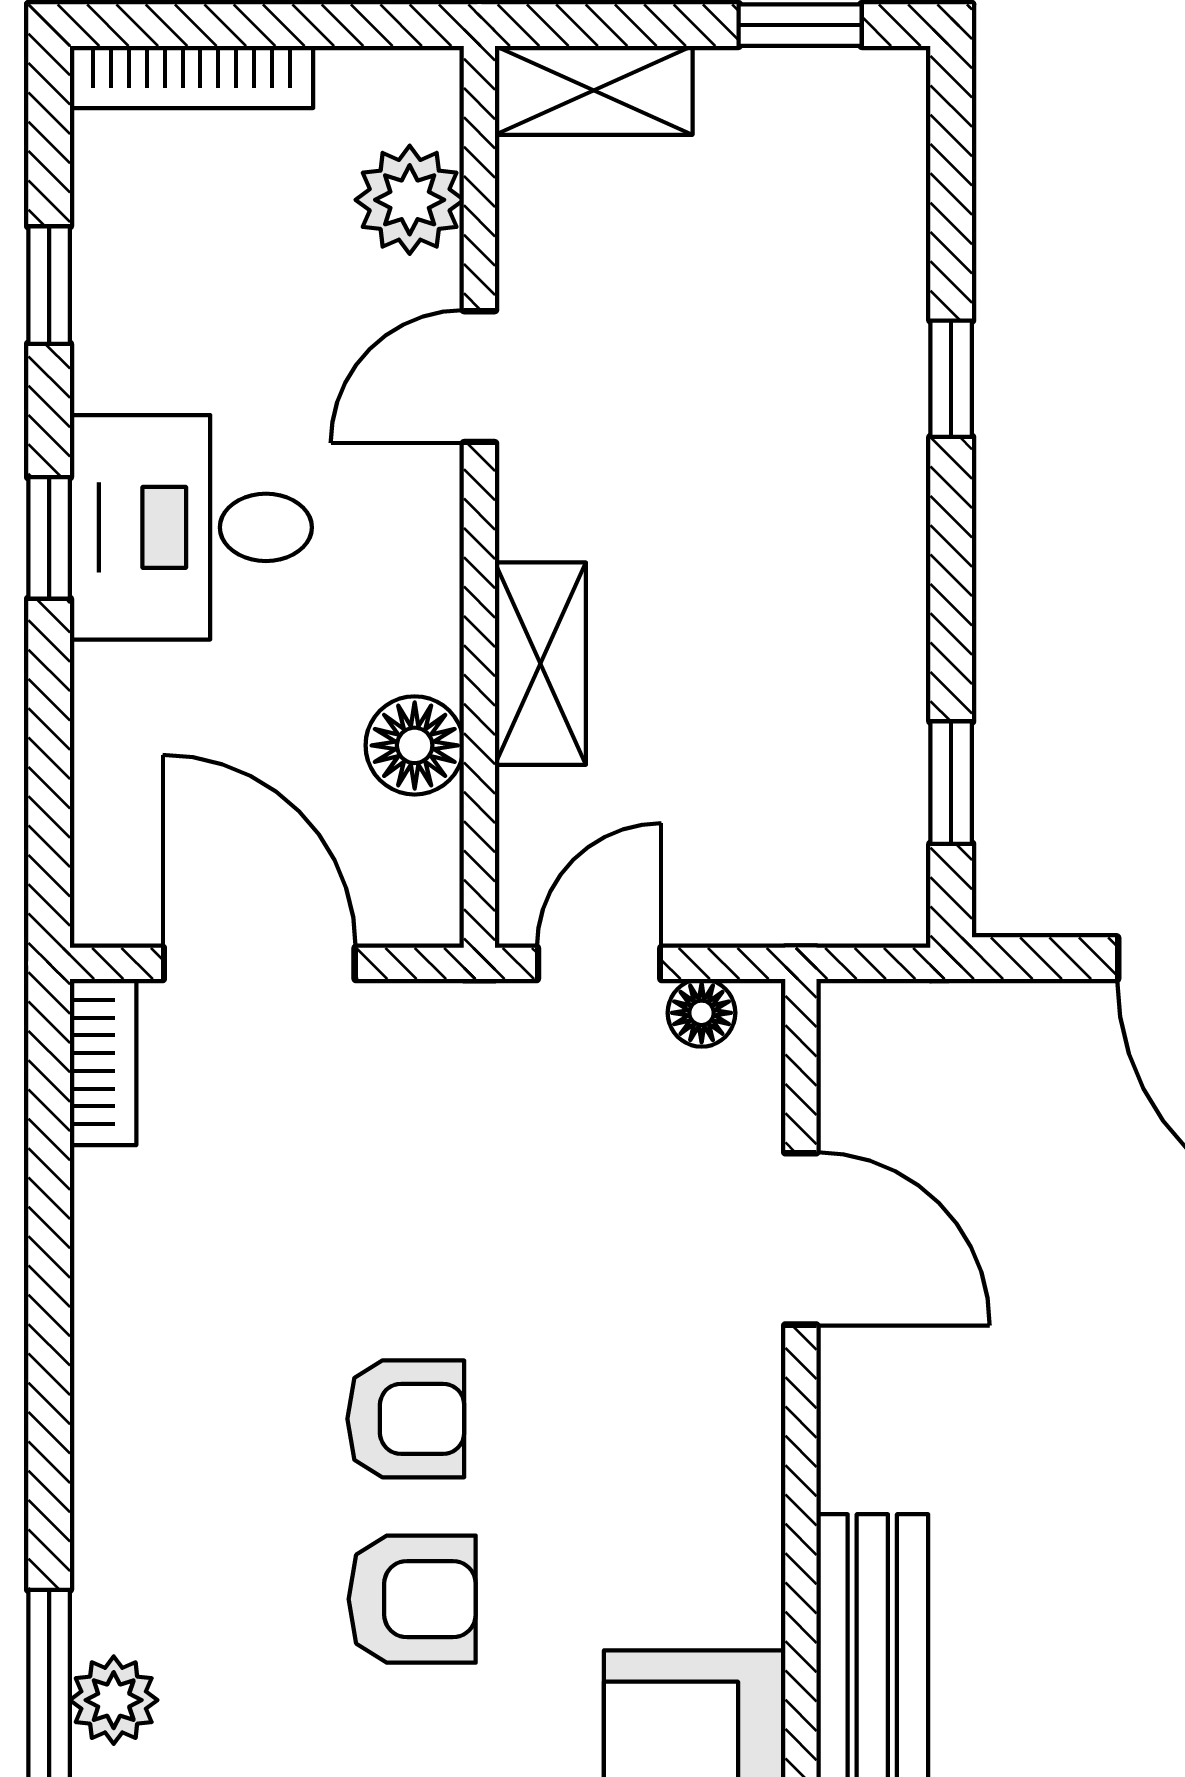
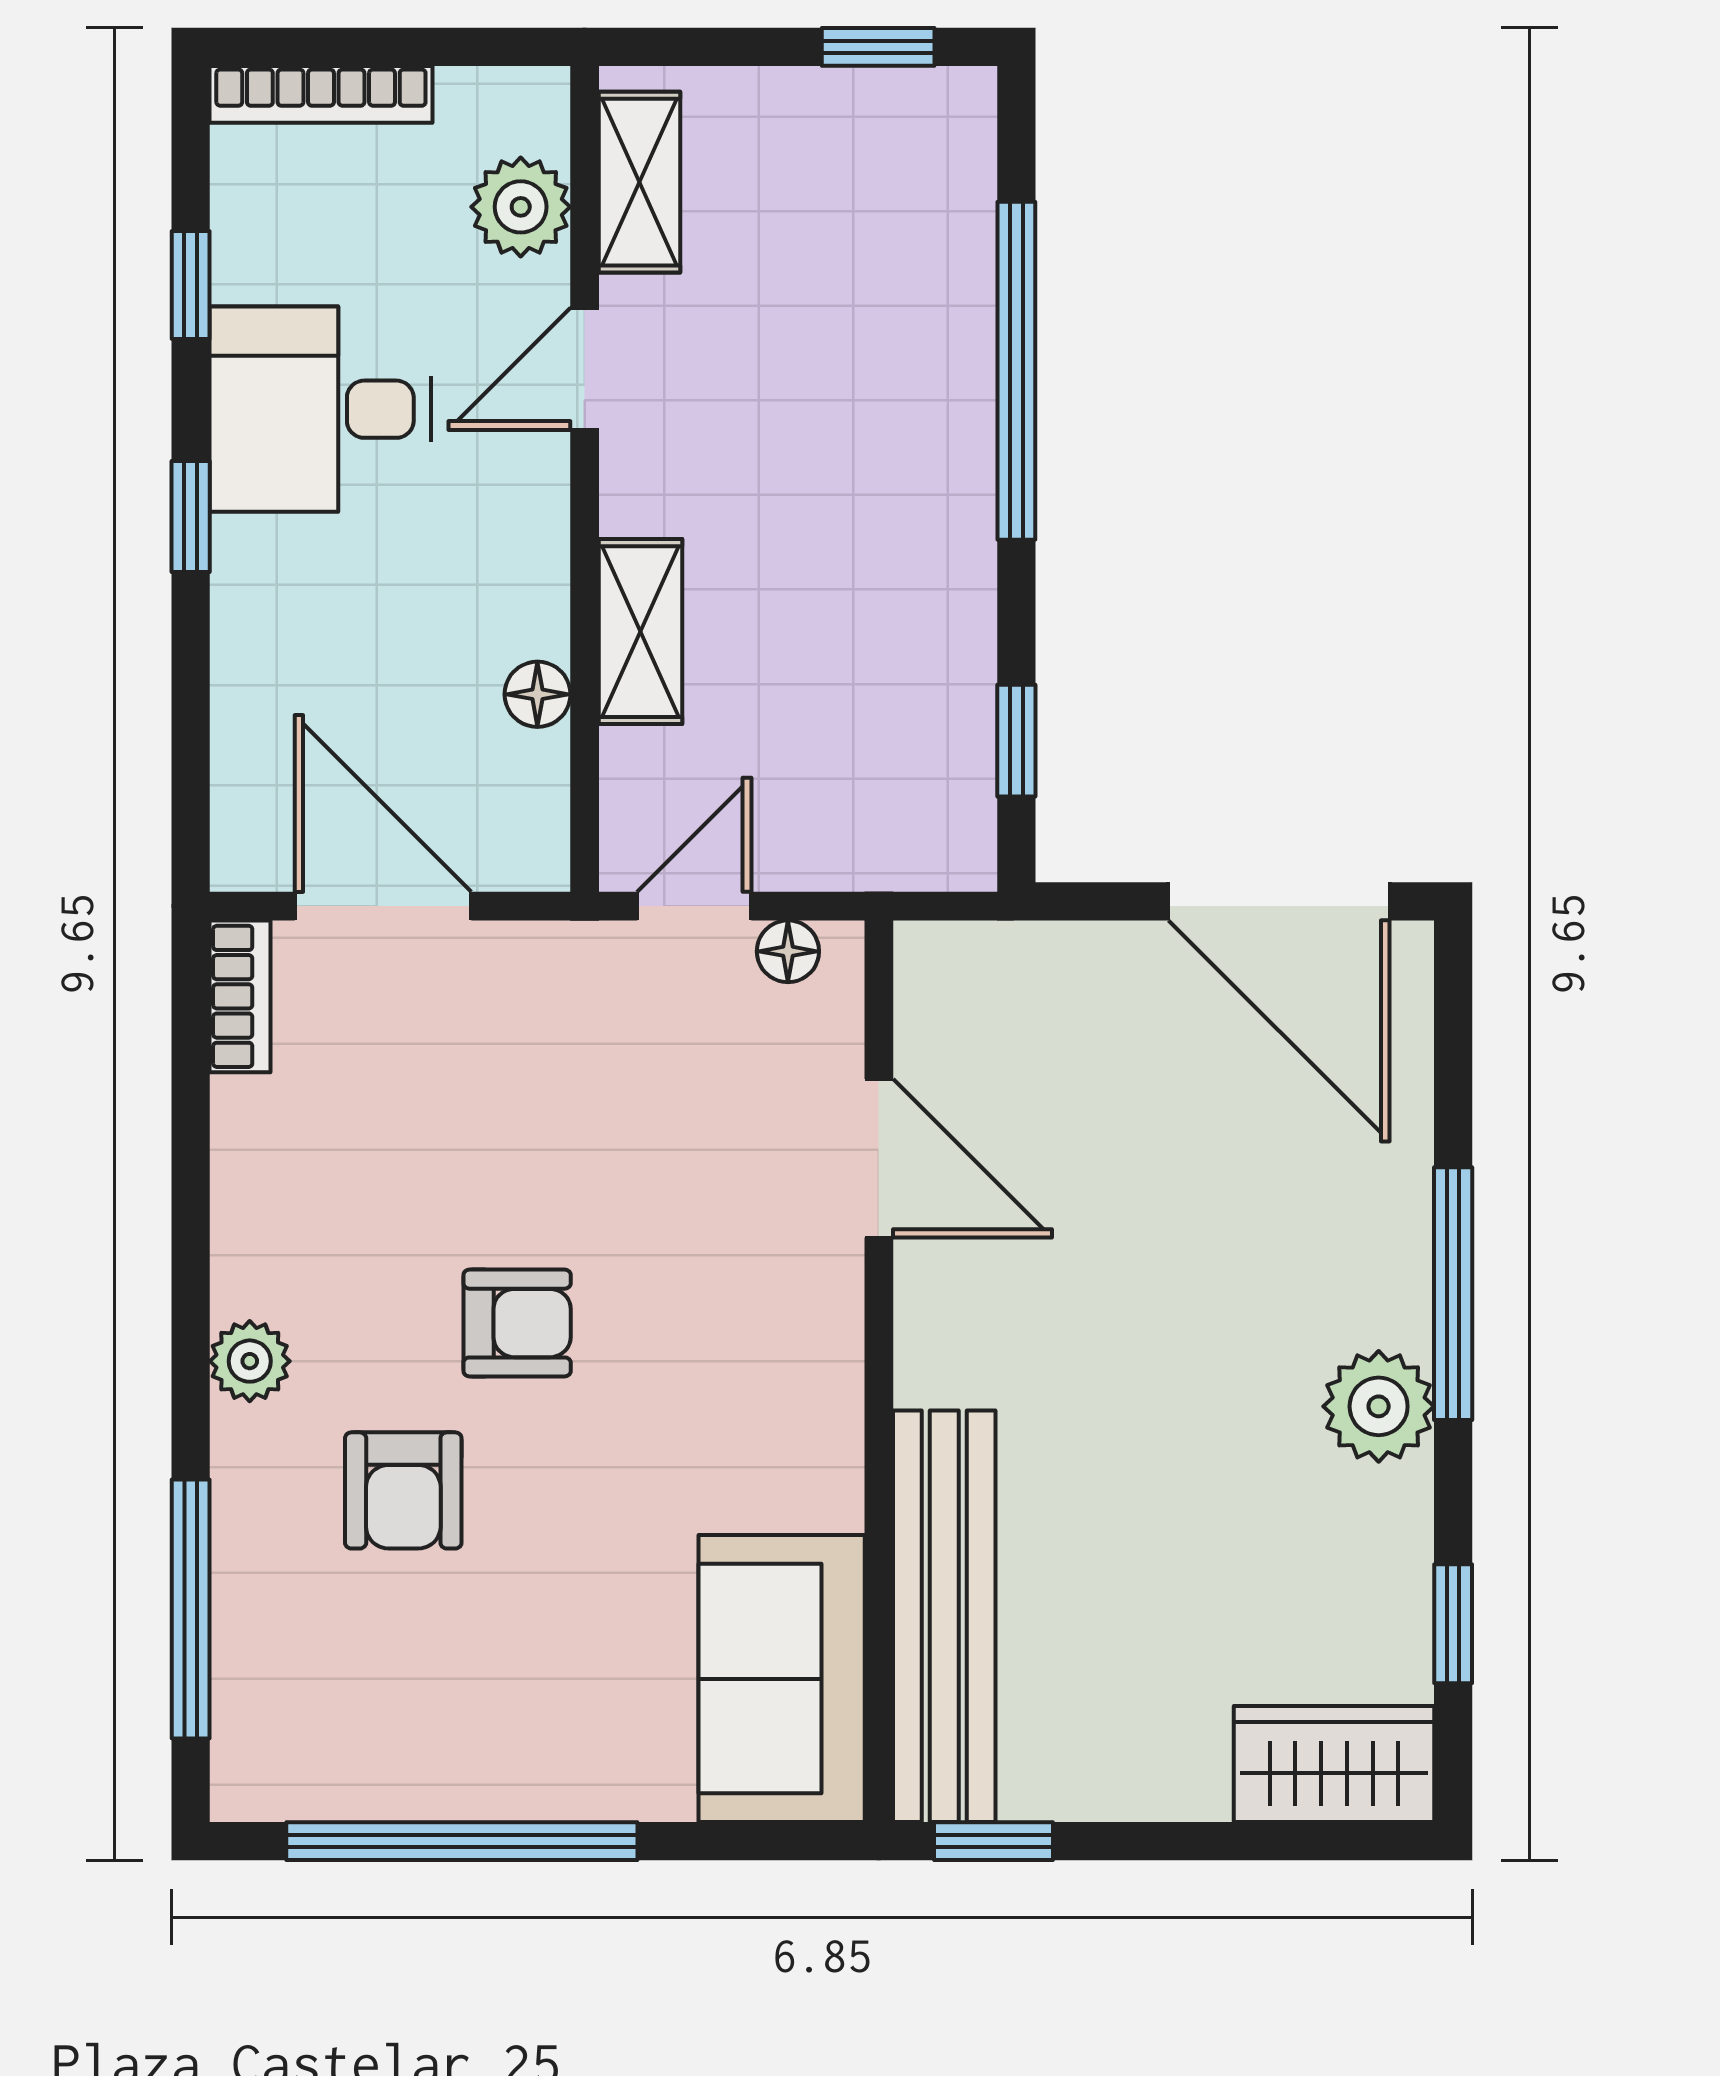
shelving: (594, 90) -> (640, 182), moved, turned 90
window: (951, 379) -> (1016, 371), width x3.17
desk: (191, 527) -> (320, 409), moved
floor lamp: (415, 745) -> (537, 694), width x0.73, depth x0.73
armchair: (412, 1599) -> (403, 1490), moved, turned 90
plant: (114, 1700) -> (250, 1361), moved

